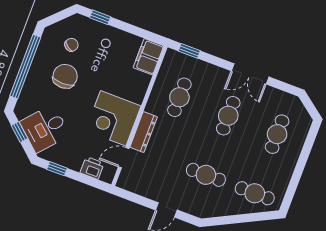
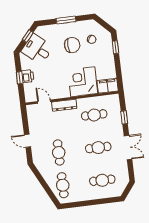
window: (189, 51) -> (124, 117), moved
window: (25, 67) -> (66, 20), width x0.47
double door: (250, 74) -> (128, 147), swing flipped
corner desk: (113, 118) -> (83, 82), moved
printer: (92, 168) -> (28, 76), moved
window: (57, 169) -> (20, 78), moved

